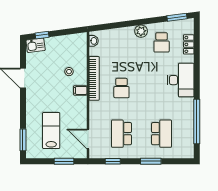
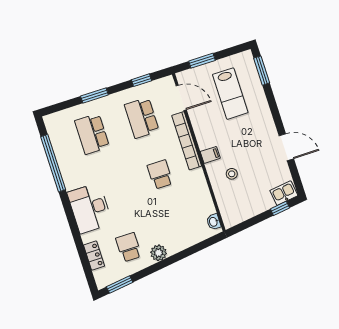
bookcase: (94, 78) -> (187, 141), moved
school desk: (121, 134) -> (142, 118), turned 180

